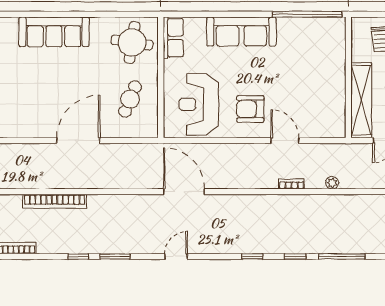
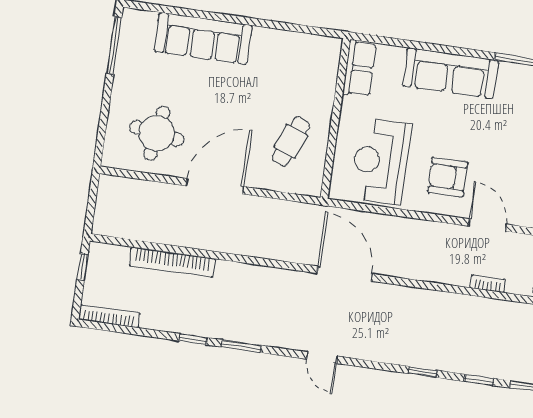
round table: (132, 42) -> (157, 133), moved
door: (176, 257) -> (322, 358), swing flipped

